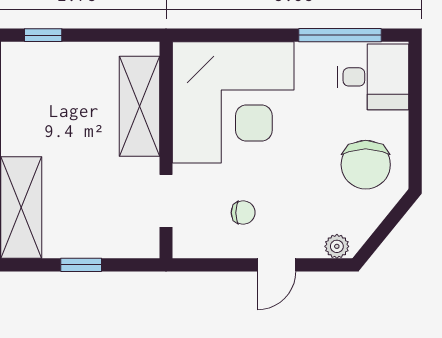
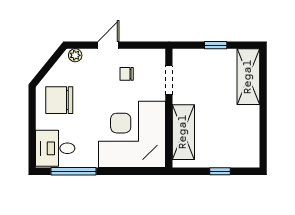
window: (43, 35) -> (220, 171), moved
chair: (366, 165) -> (59, 100), turned -90

